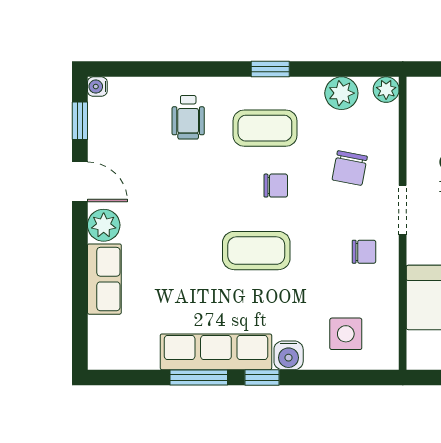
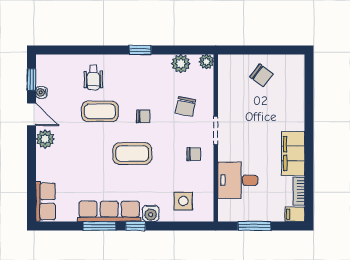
water cooler: (97, 87) -> (41, 92), moved
coffee table: (265, 128) -> (100, 111), moved
row of seats: (104, 279) -> (46, 201), moved

